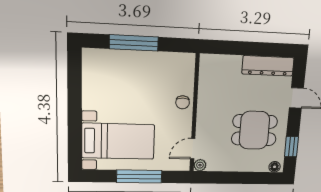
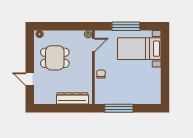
window: (134, 43) -> (119, 108), moved
dresser: (268, 66) -> (72, 98), moved
window: (291, 147) -> (30, 48), removed

